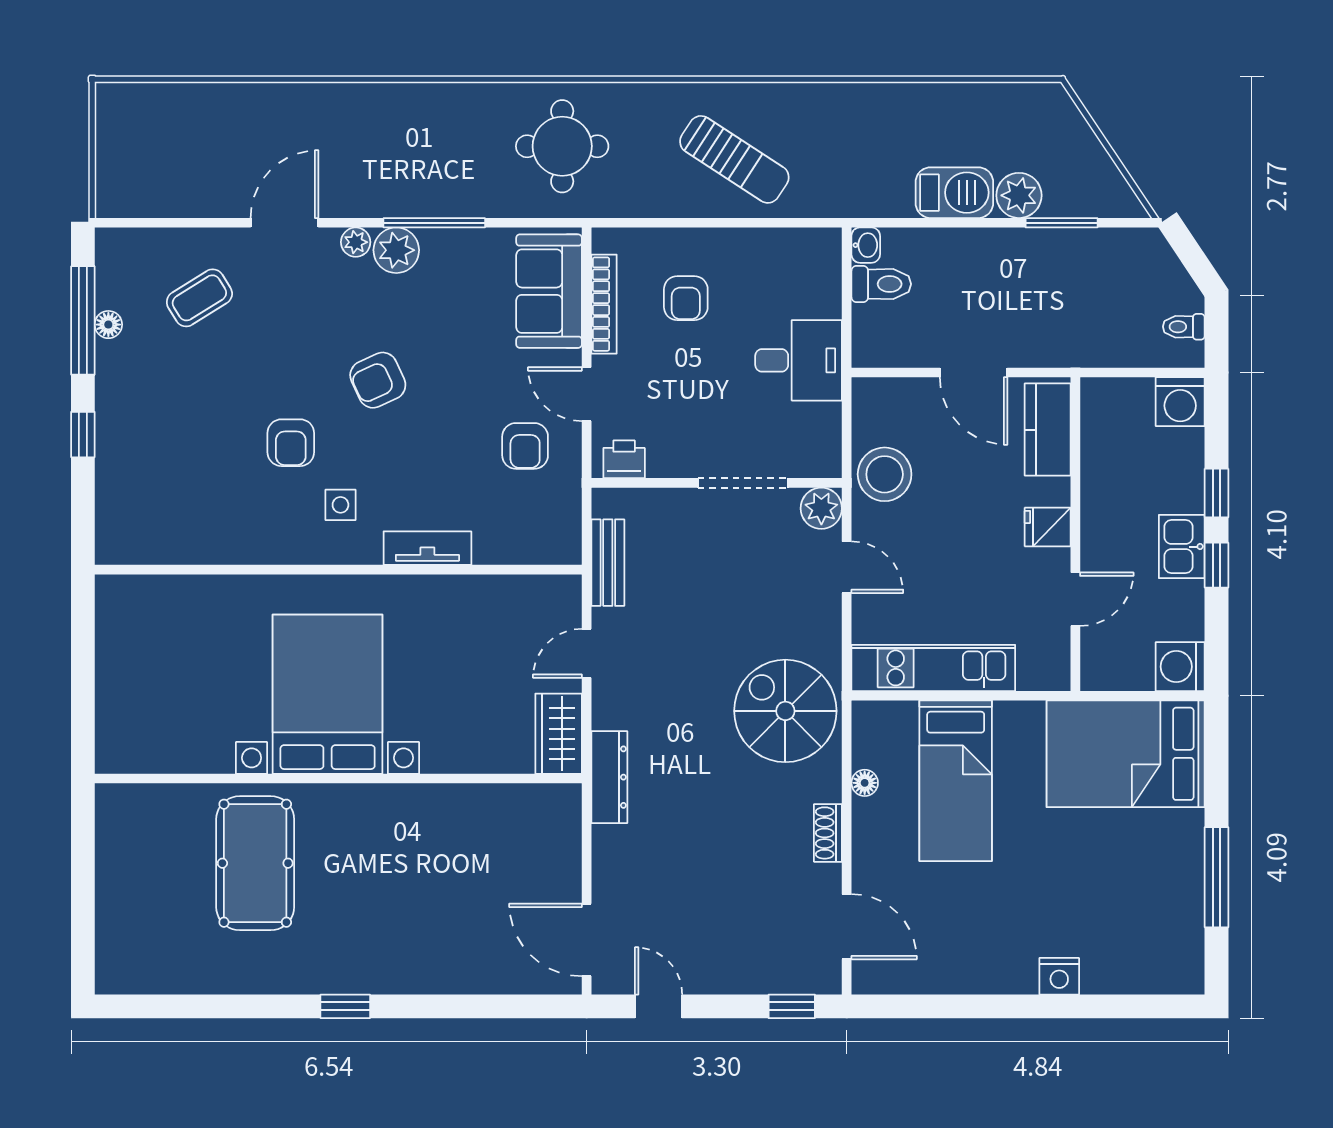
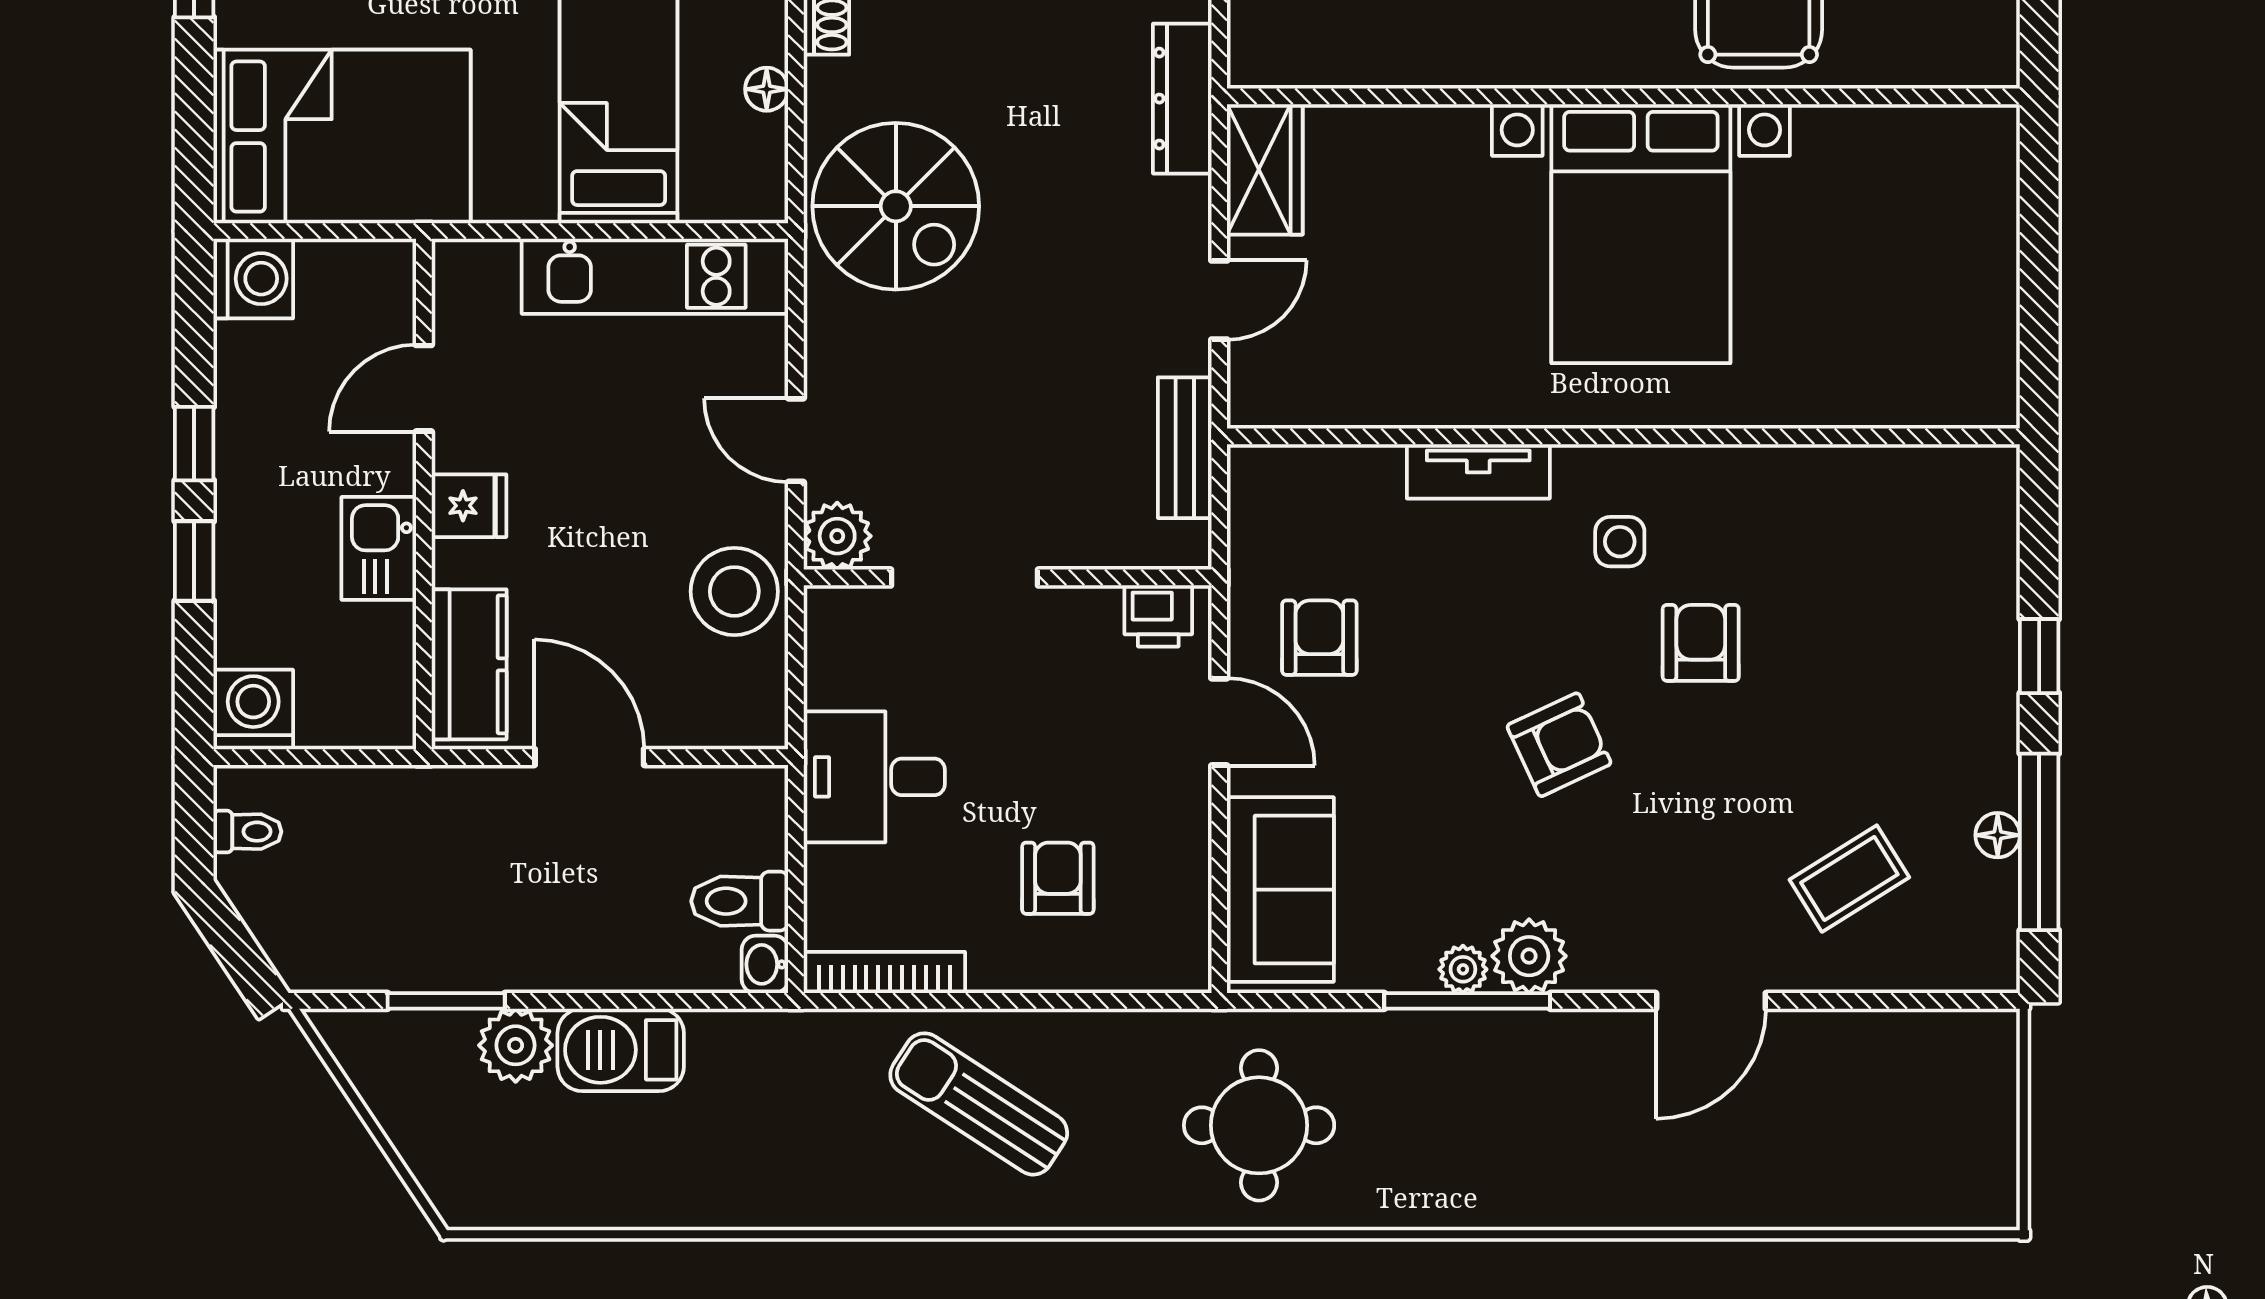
plant: (356, 242) -> (1463, 969), moved
bookcase: (604, 304) -> (884, 972), moved, turned 90
kitchen sink: (1182, 547) -> (379, 548), moved, turned 180

